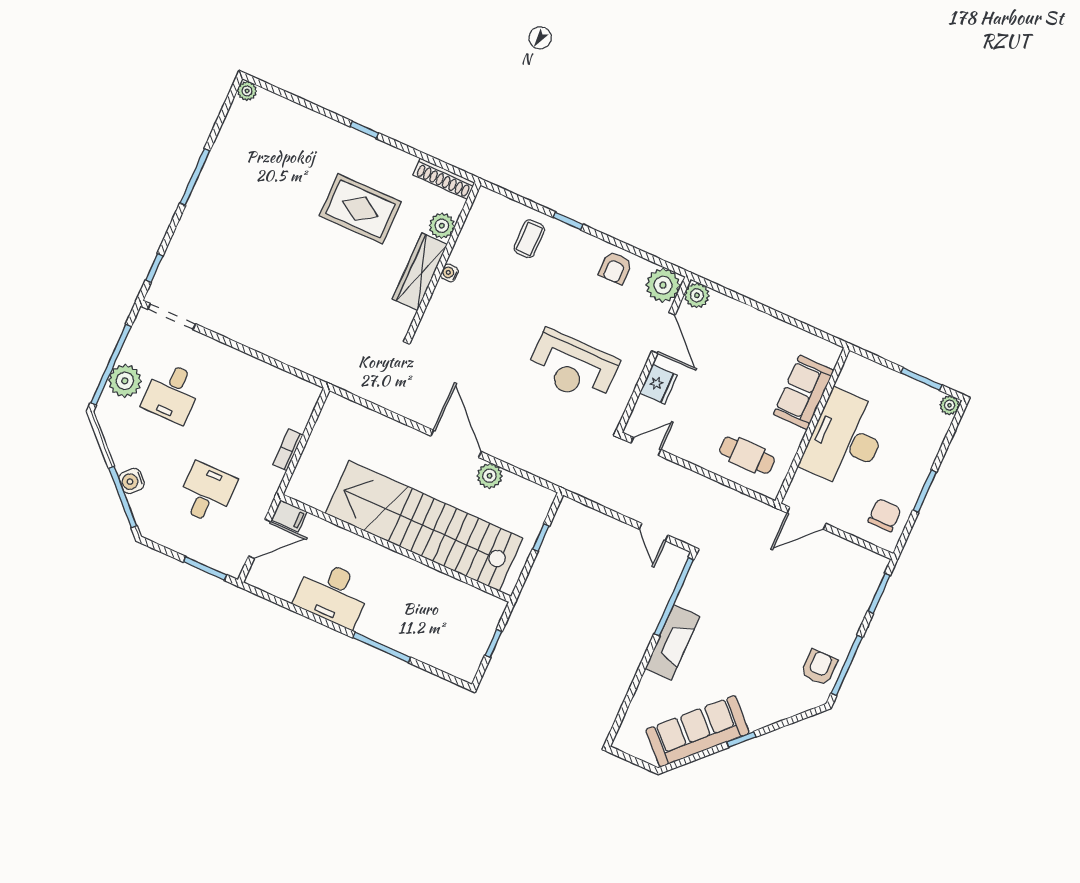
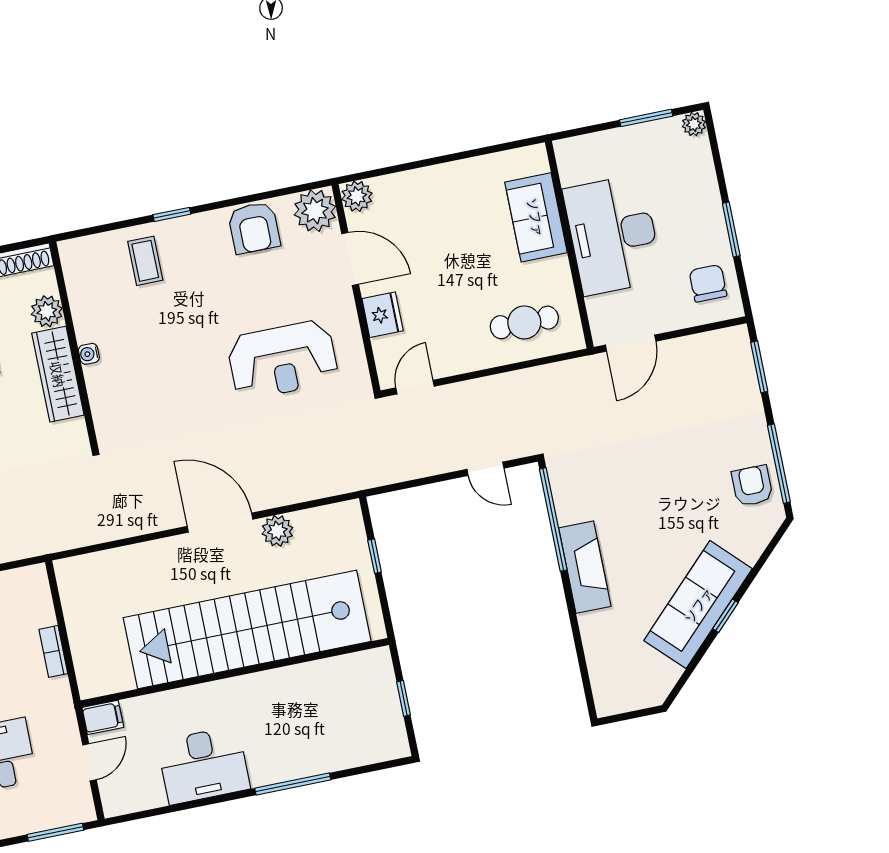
armchair: (615, 268) -> (254, 228), width x1.38, depth x1.38
door: (260, 539) -> (89, 762), width x0.73
sofa: (697, 731) -> (698, 605), moved

